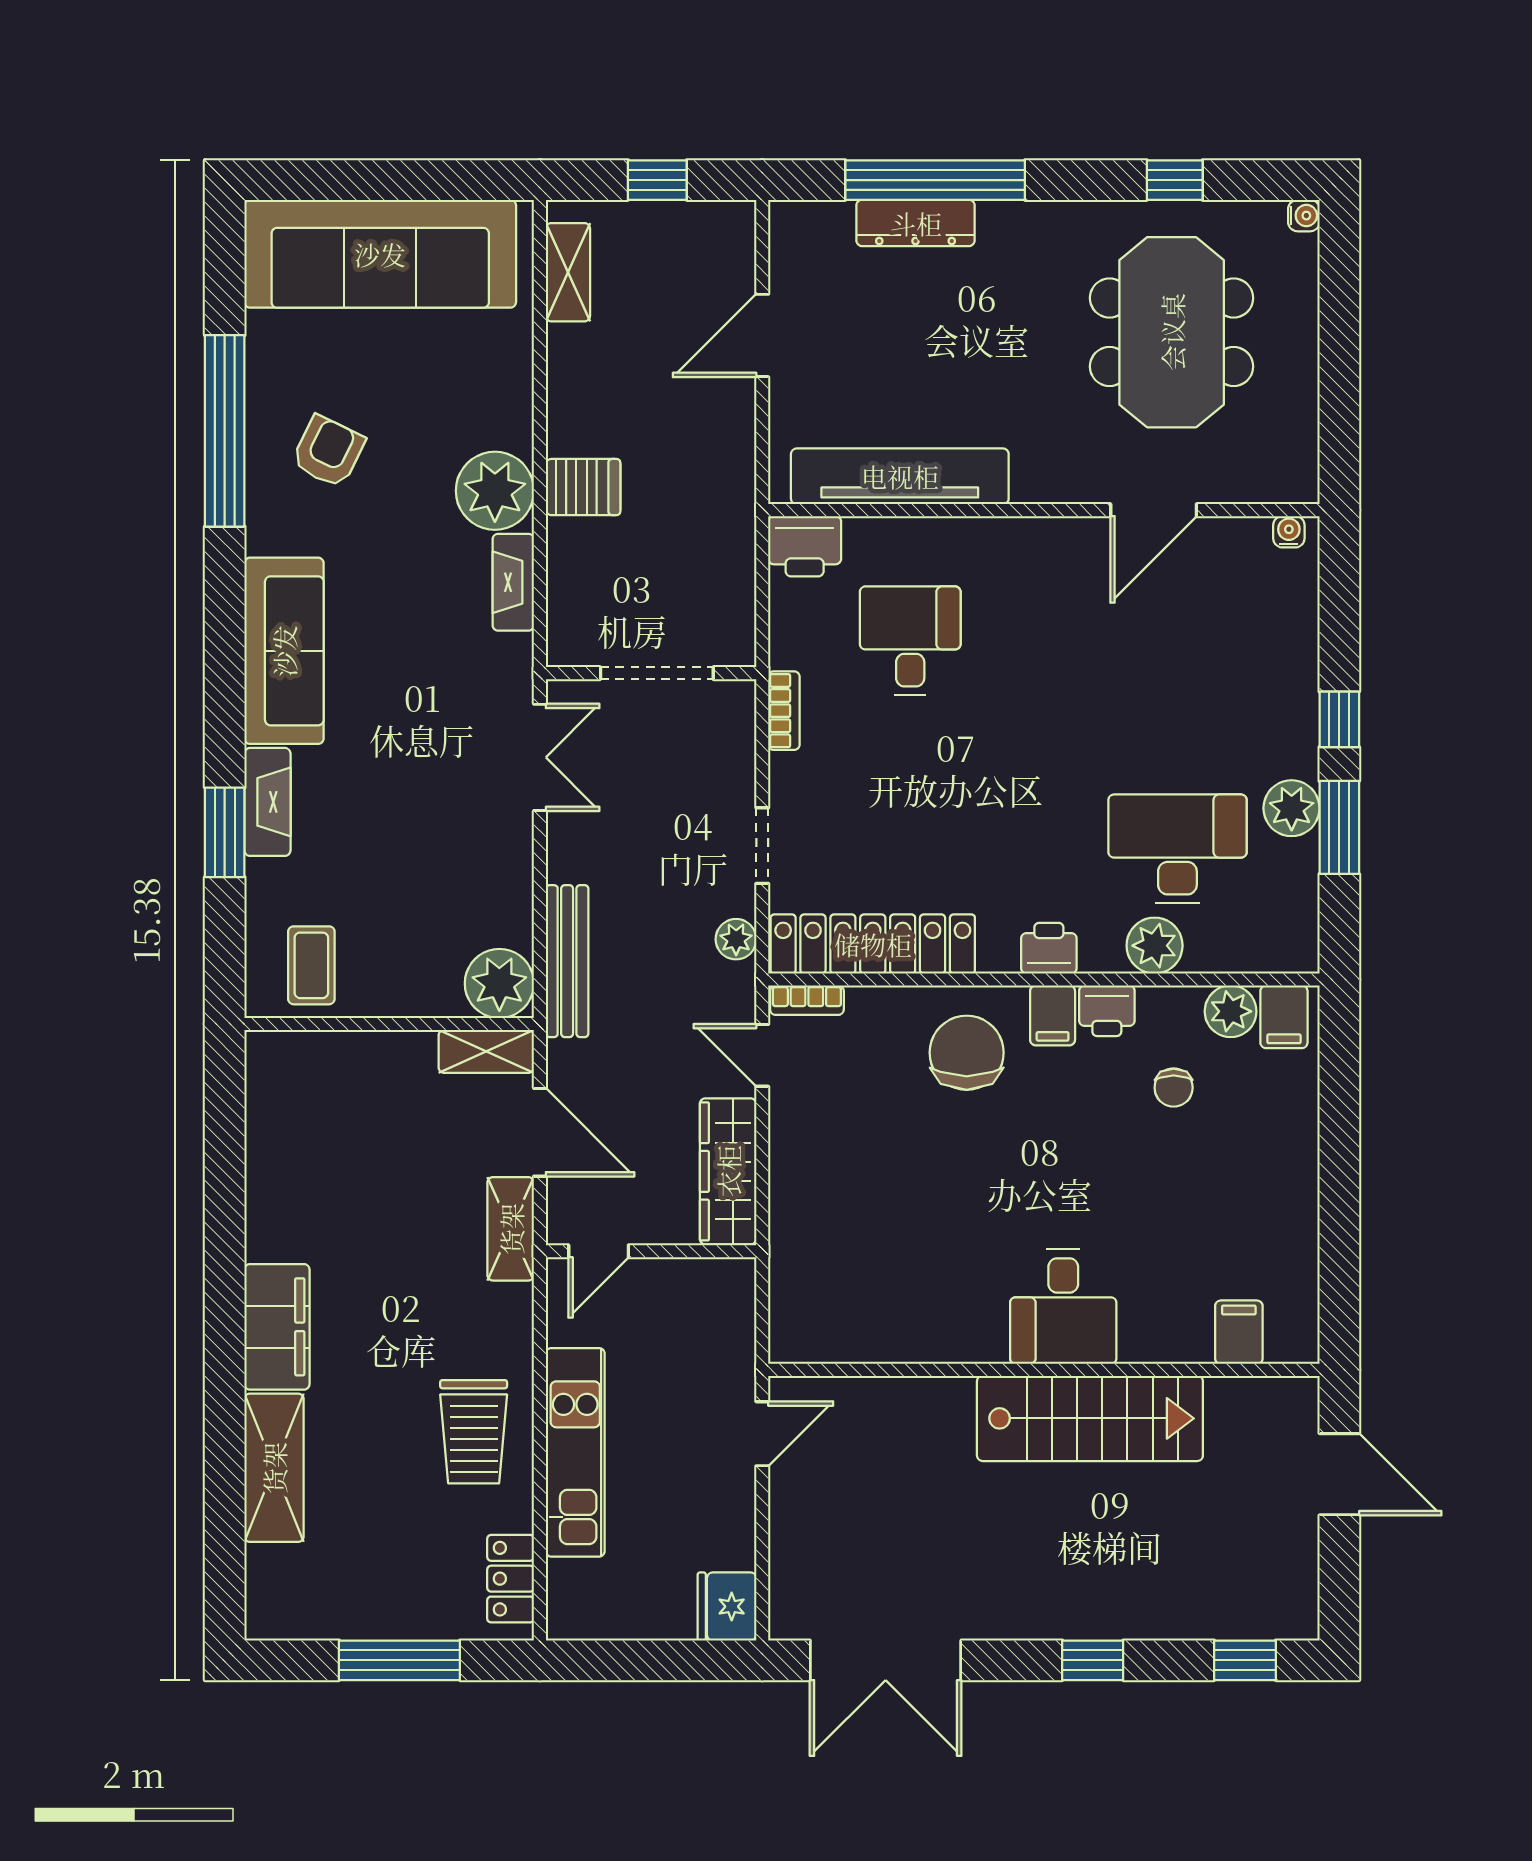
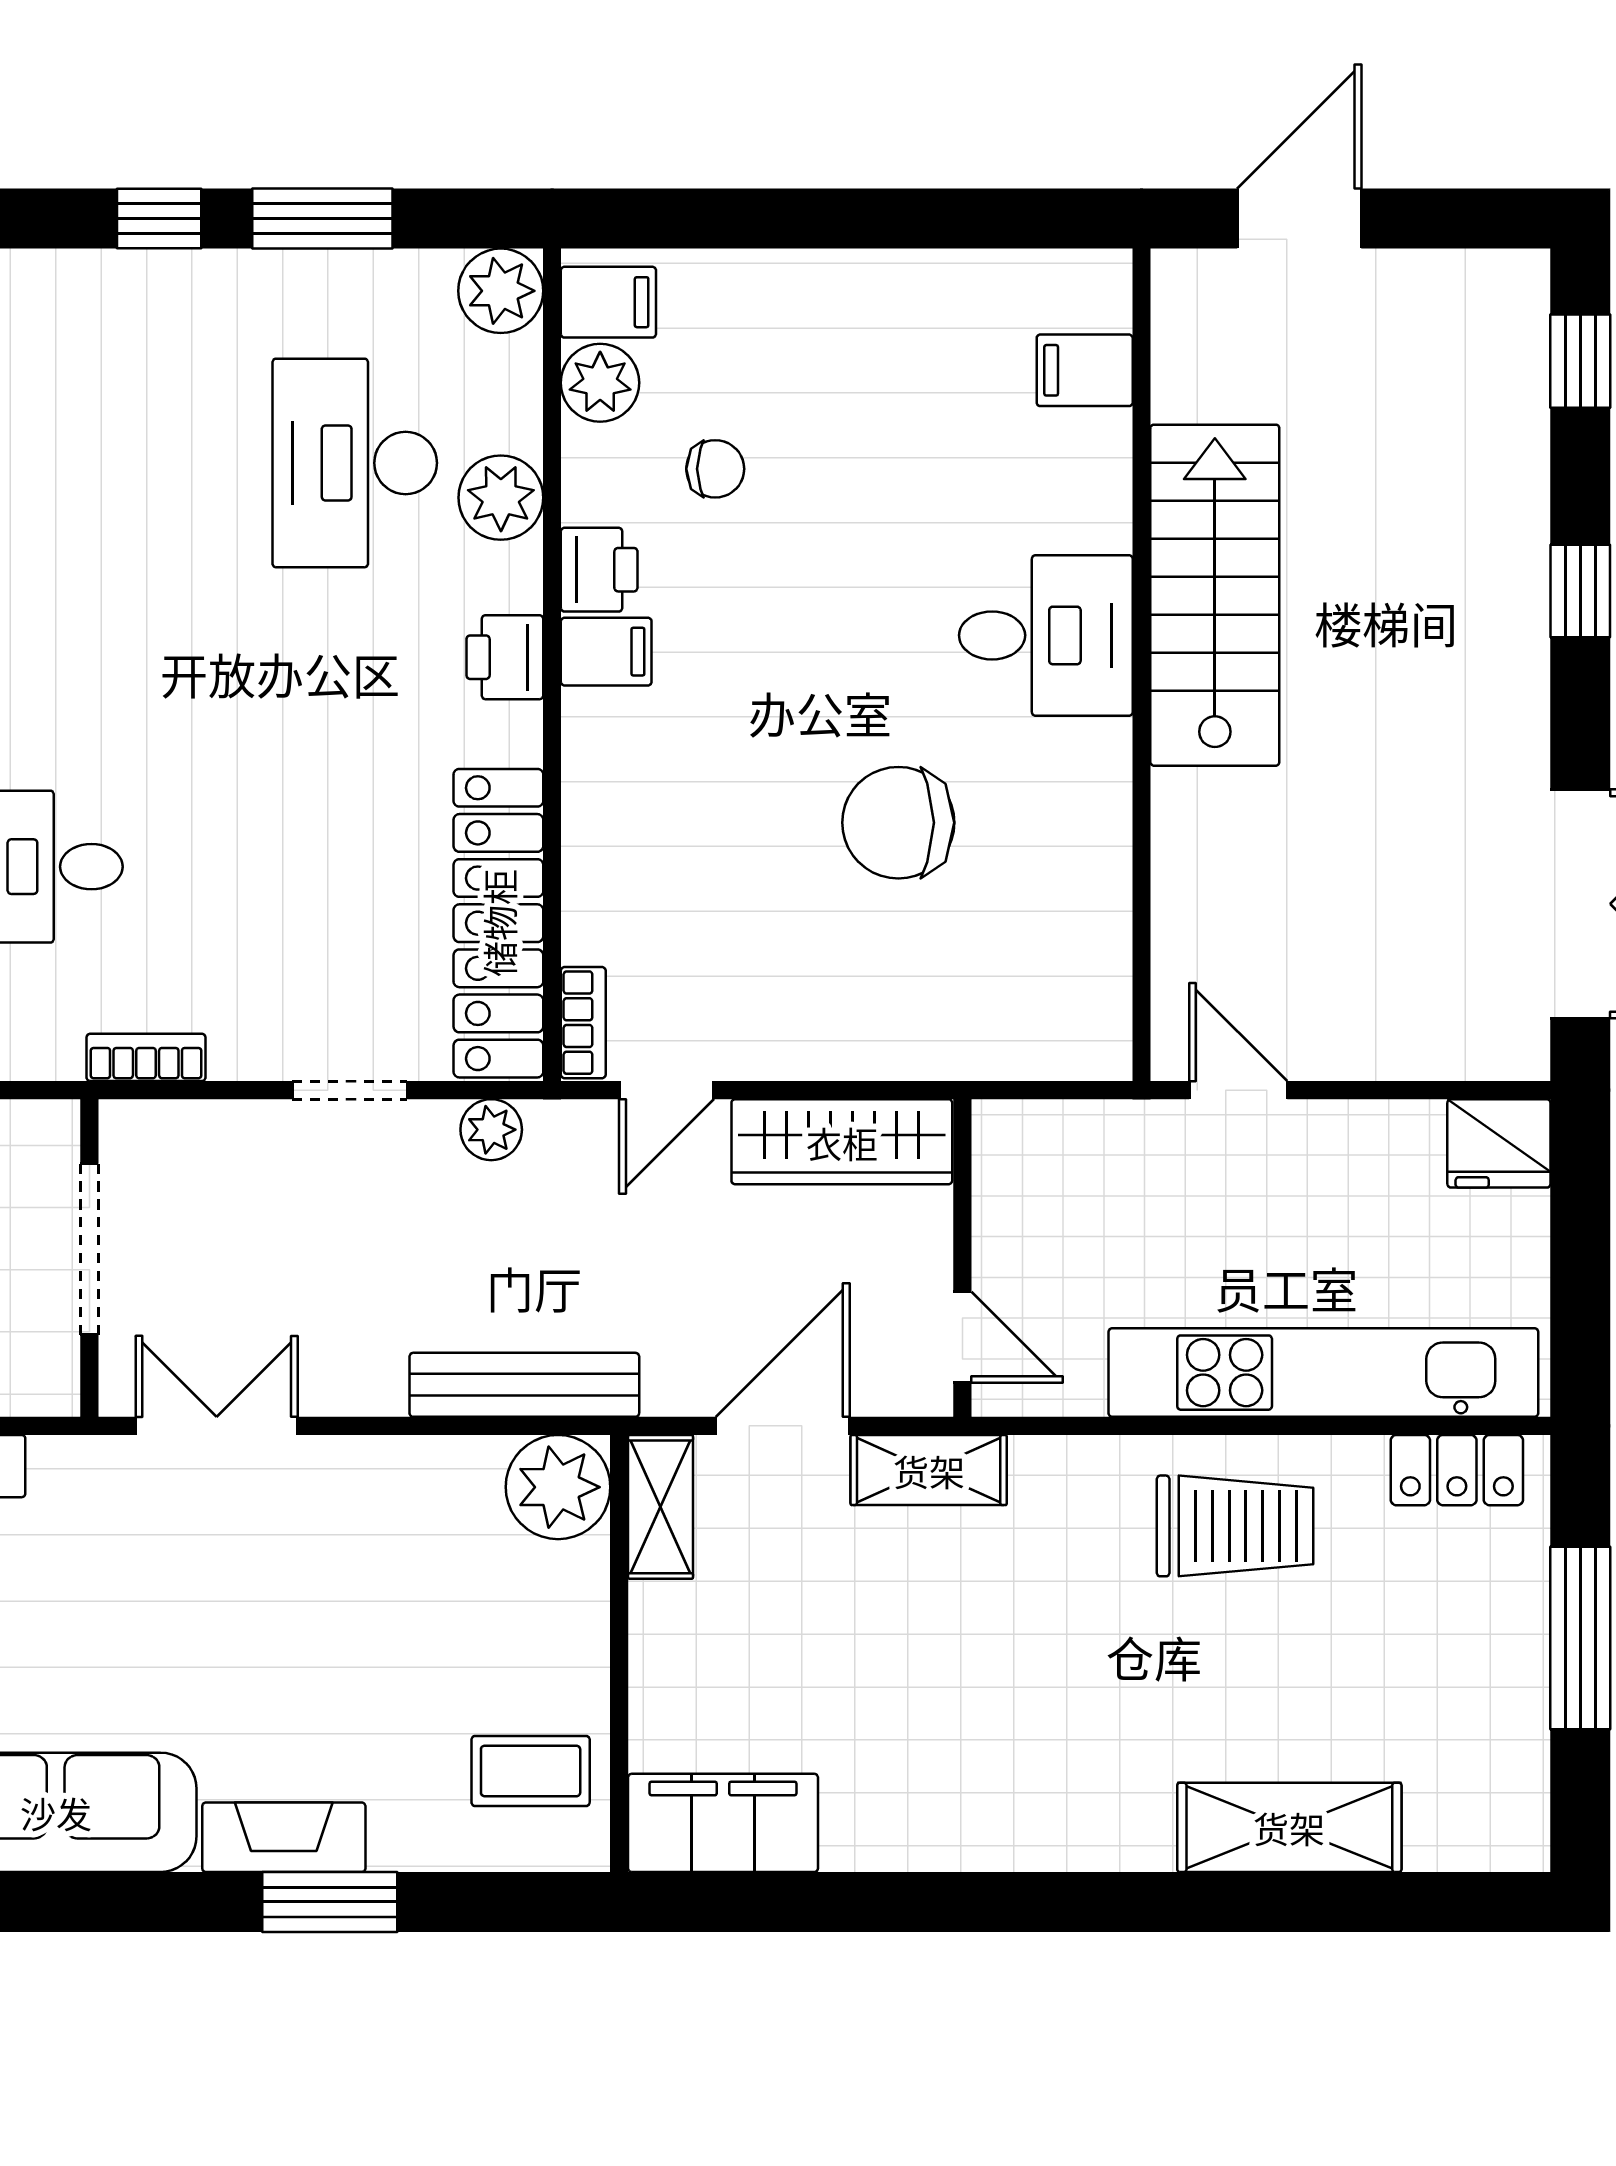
plant: (1292, 808) -> (501, 291), moved
chair: (967, 1053) -> (898, 823), moved
filing cabinet: (277, 1327) -> (723, 1823), moved
kitchen unit: (575, 1452) -> (1323, 1373), width x1.36

